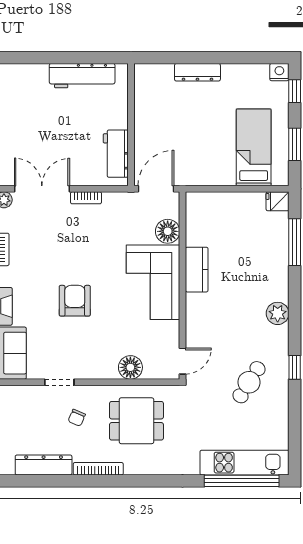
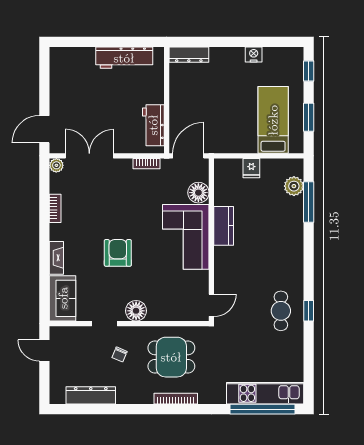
dresser: (197, 72) -> (189, 55), moved
nightstand: (279, 72) -> (254, 55), moved
bookcase: (86, 198) -> (146, 164), moved
fridge: (278, 201) -> (251, 168), moved, turned -90
plant: (278, 313) -> (294, 186), moved
floor lamp: (130, 367) -> (136, 311), moved
cafe table: (249, 382) -> (281, 311), moved, turned -32
bookcase: (98, 469) -> (176, 399), moved

